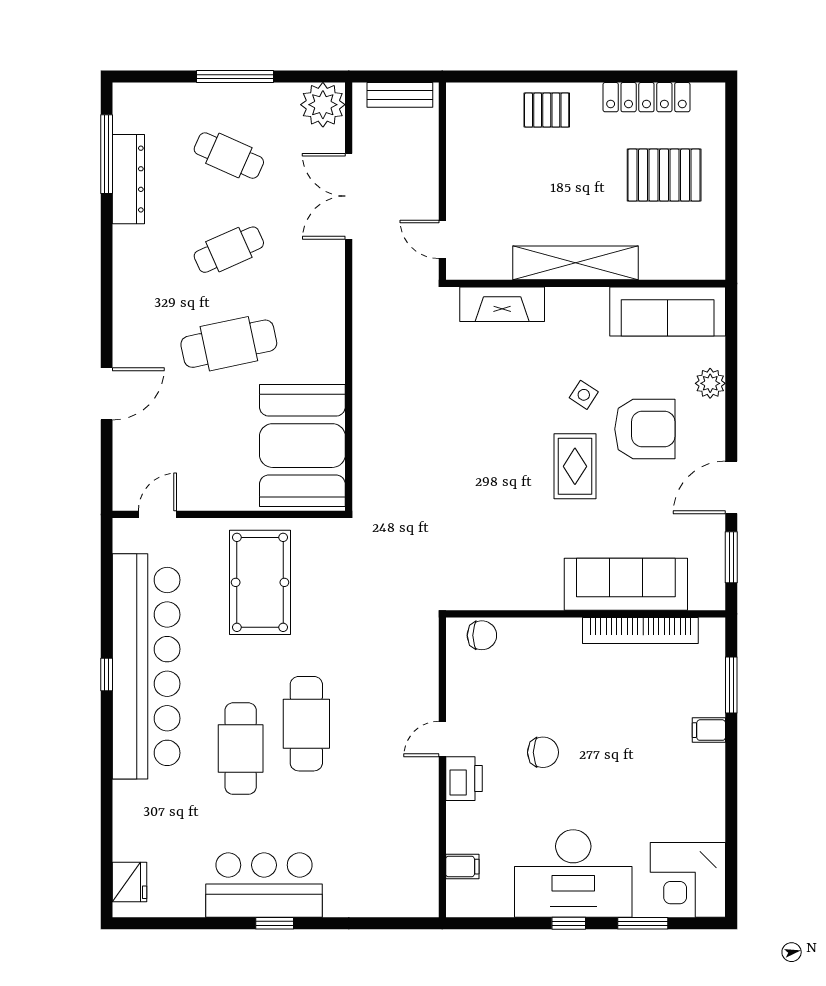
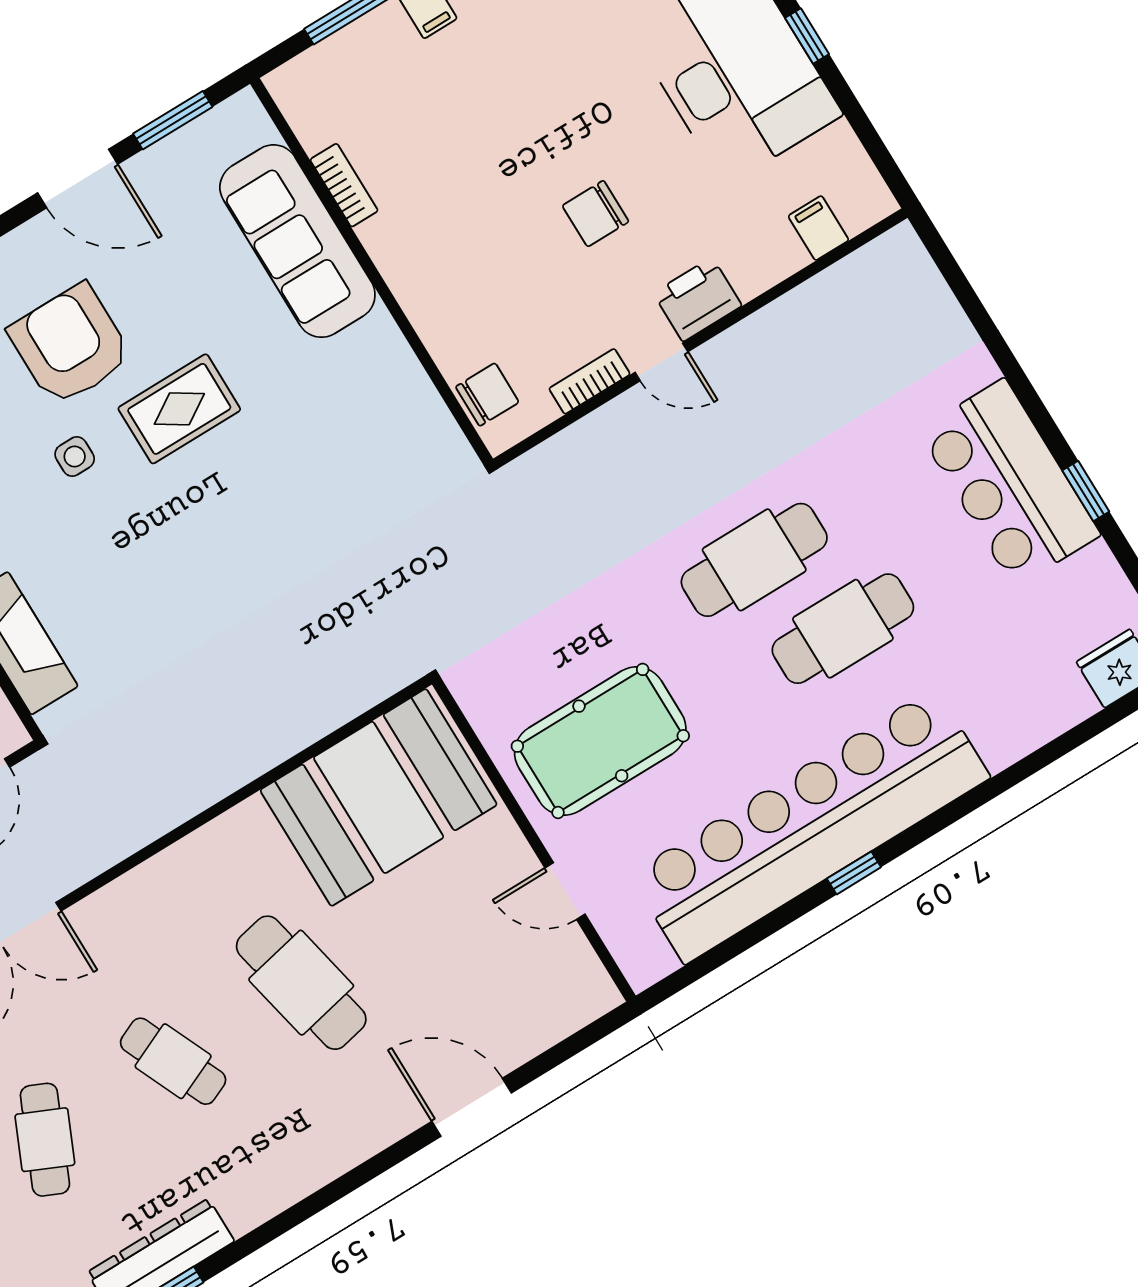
side table: (584, 395) -> (75, 456), turned -33
door: (158, 514) -> (565, 891), moved
bookcase: (640, 630) -> (344, 185), width x0.43, depth x0.76
chair: (482, 635) -> (487, 395), turned 90
bookcase: (455, 694) -> (590, 381), added
chair: (543, 752) -> (596, 214), turned -90
window: (275, 923) -> (1086, 491), moved

